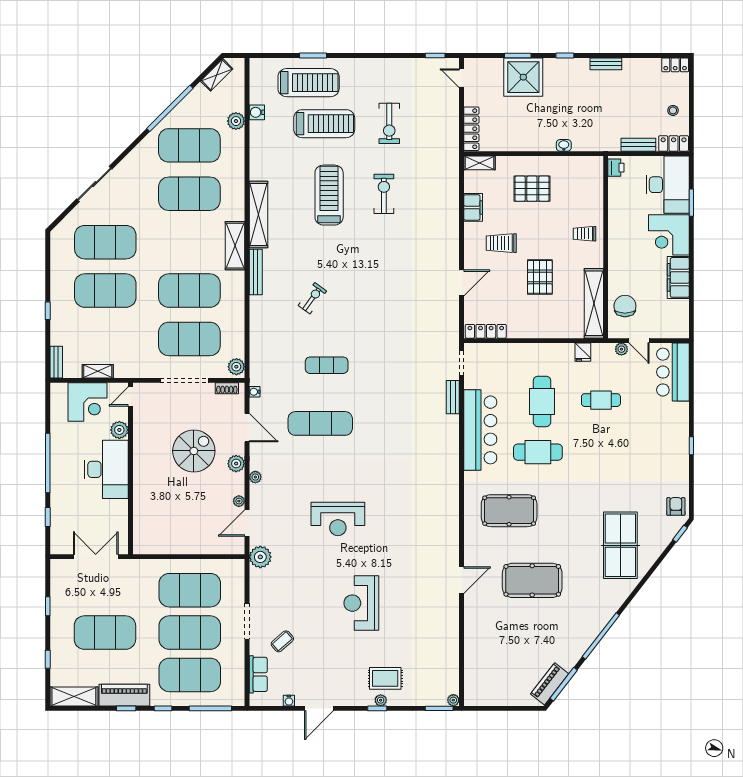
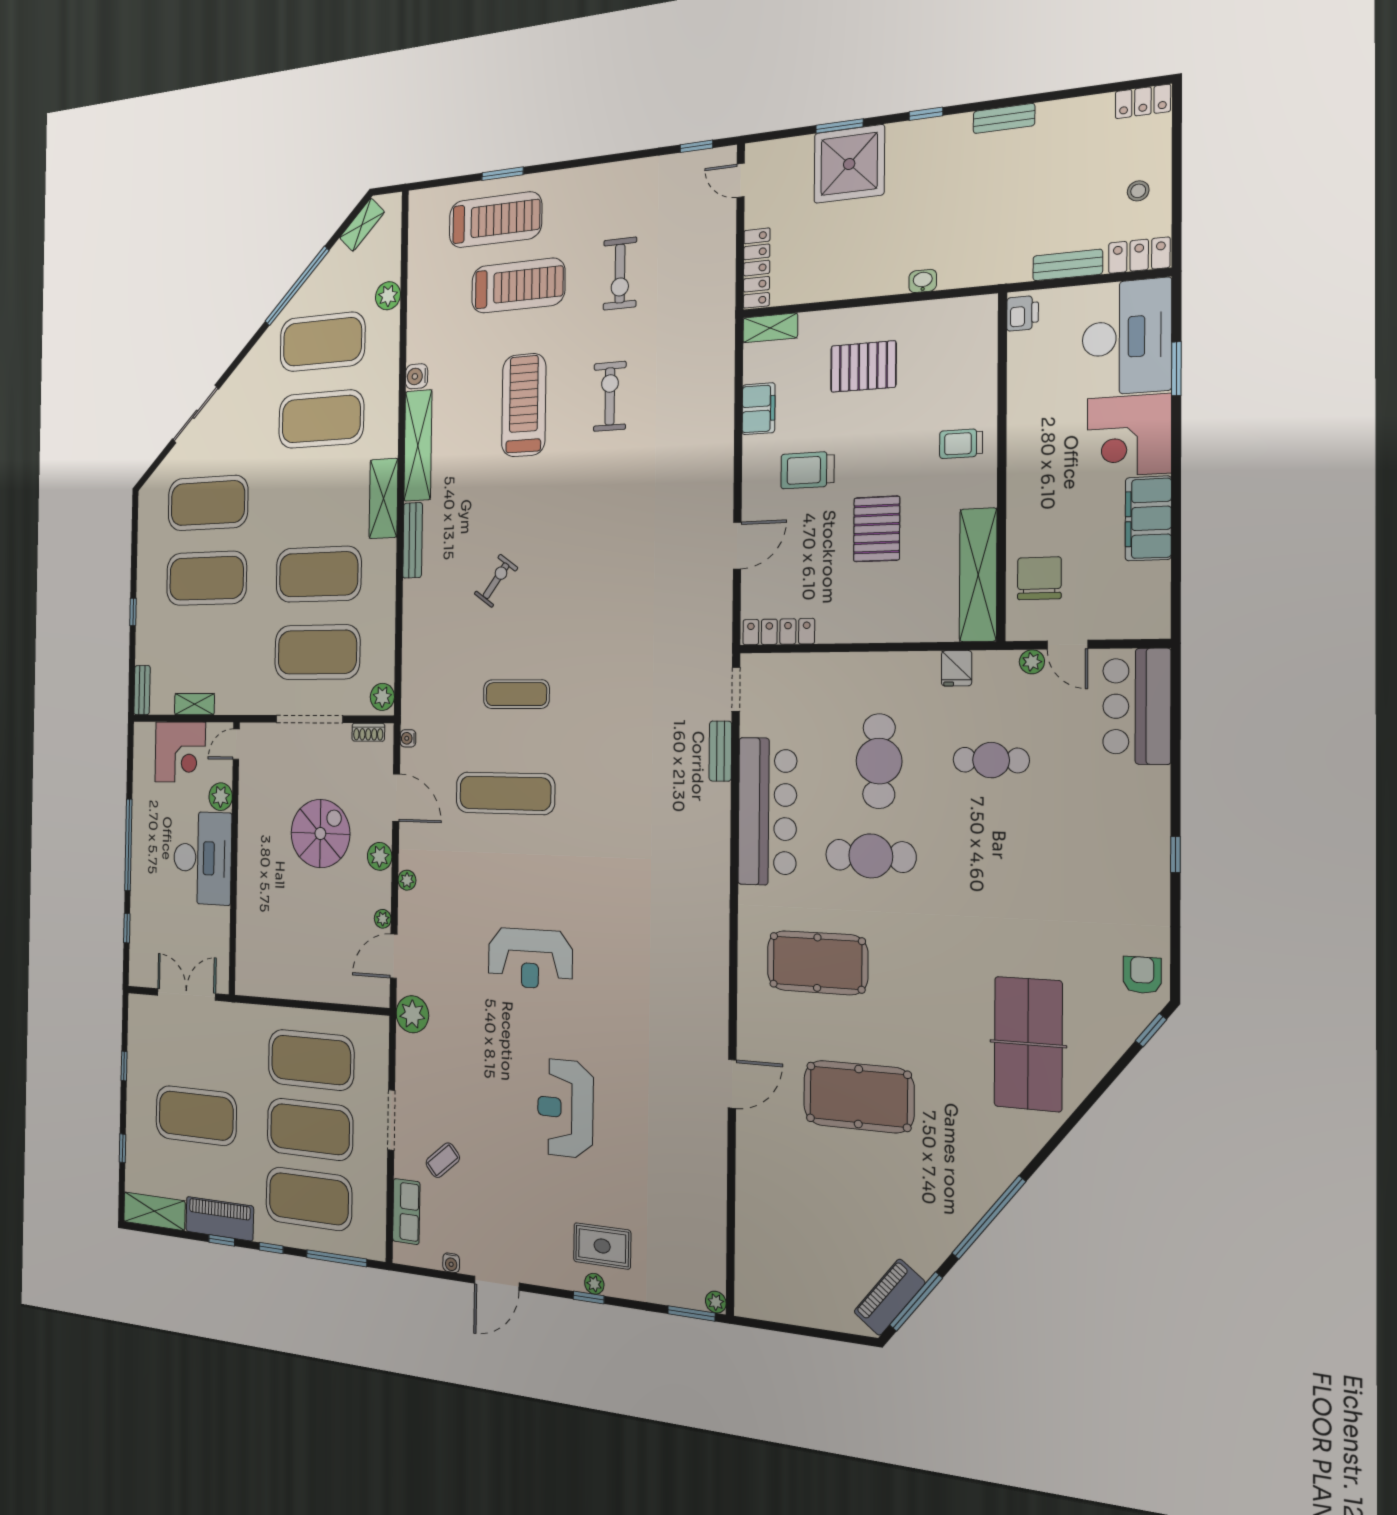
water cooler: (257, 112) -> (417, 376), moved

